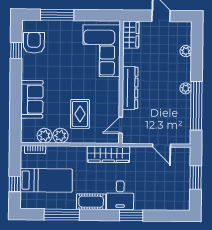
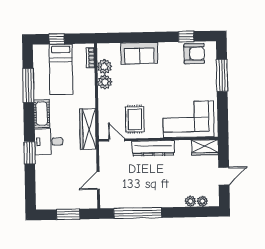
plant: (186, 88) -> (202, 201), moved
rug: (80, 114) -> (135, 119), moved, turned 90

